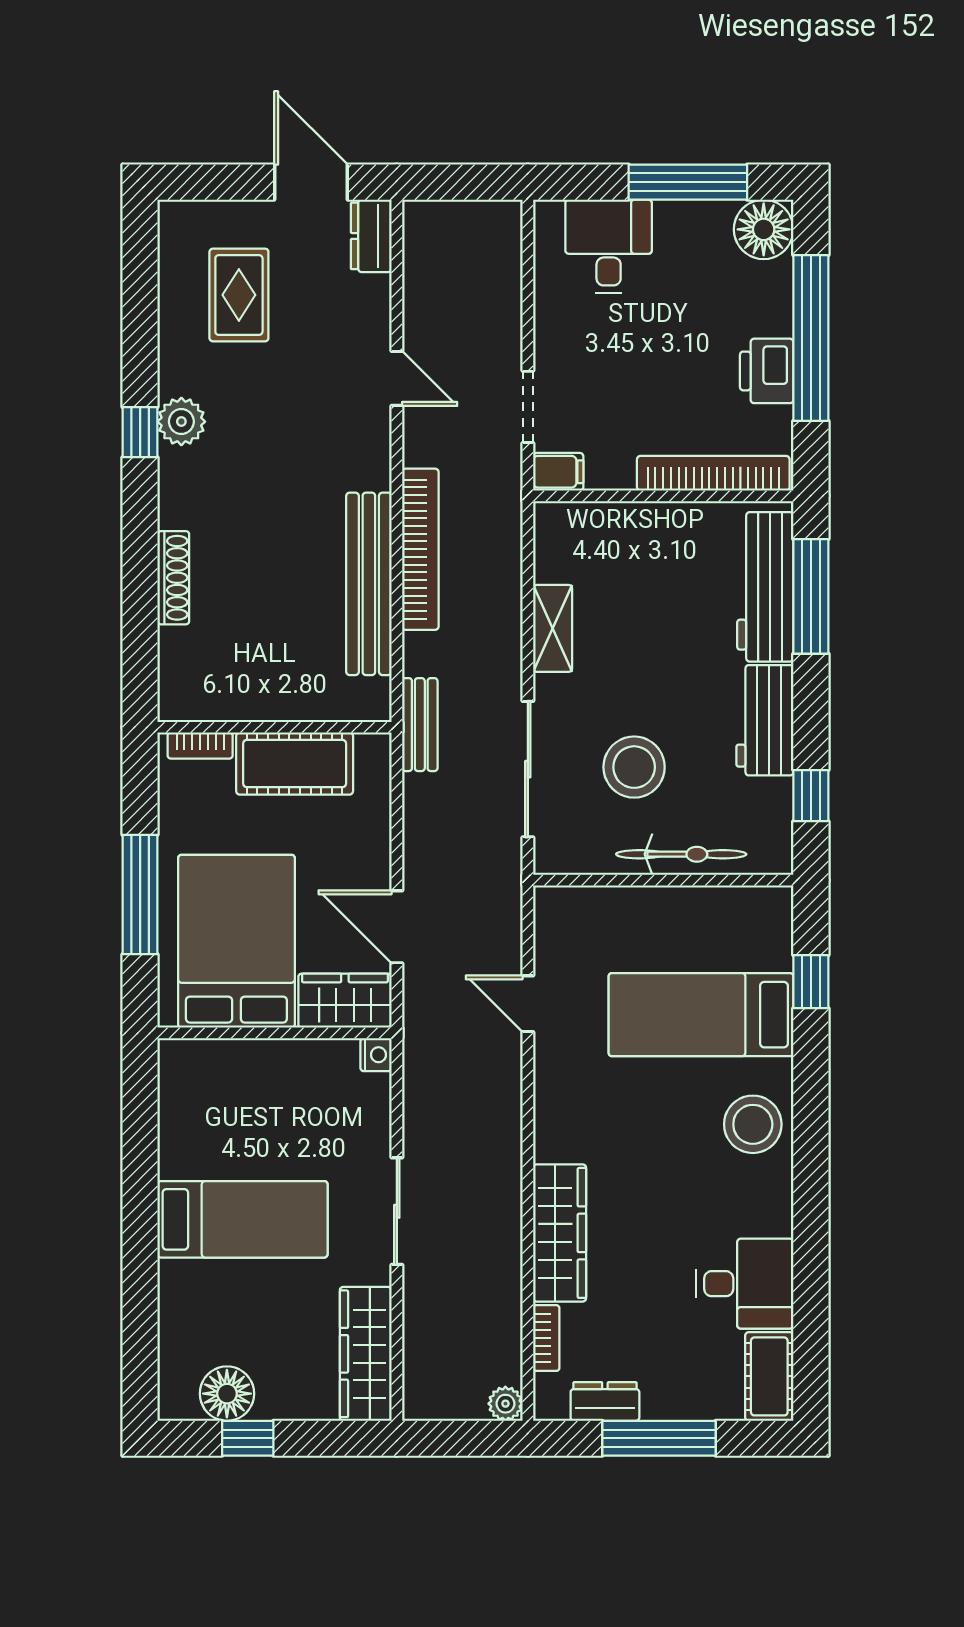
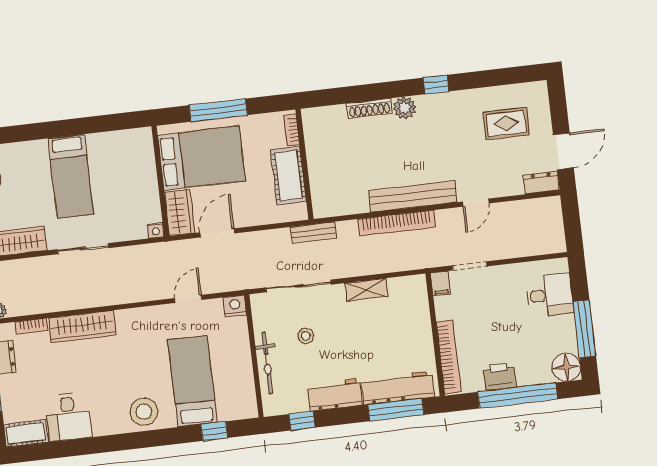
plant: (181, 422) -> (405, 108), moved
bench: (369, 584) -> (413, 197), moved
stool: (634, 767) -> (306, 336), width x0.53, depth x0.53
nightstand: (554, 908) -> (235, 306), added

